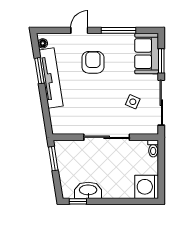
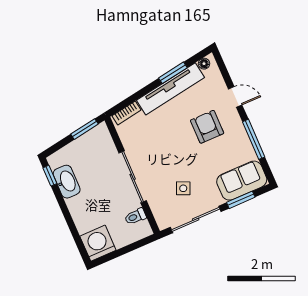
armchair: (93, 62) -> (207, 127), turned -90
bookcase: (55, 120) -> (126, 113), added
toilet: (153, 149) -> (135, 217), moved

